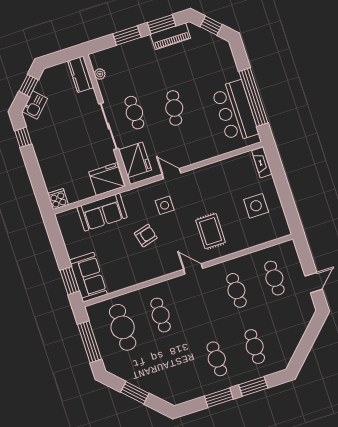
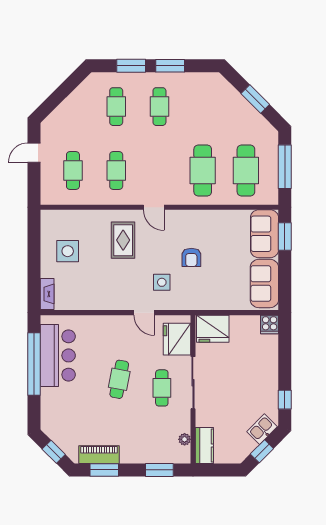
window: (127, 35) -> (159, 470), moved
sofa: (102, 212) -> (264, 284), moved, turned -90
armchair: (146, 236) -> (191, 257), turned -75
cafe table: (161, 315) -> (203, 171), width x1.37, depth x1.35

